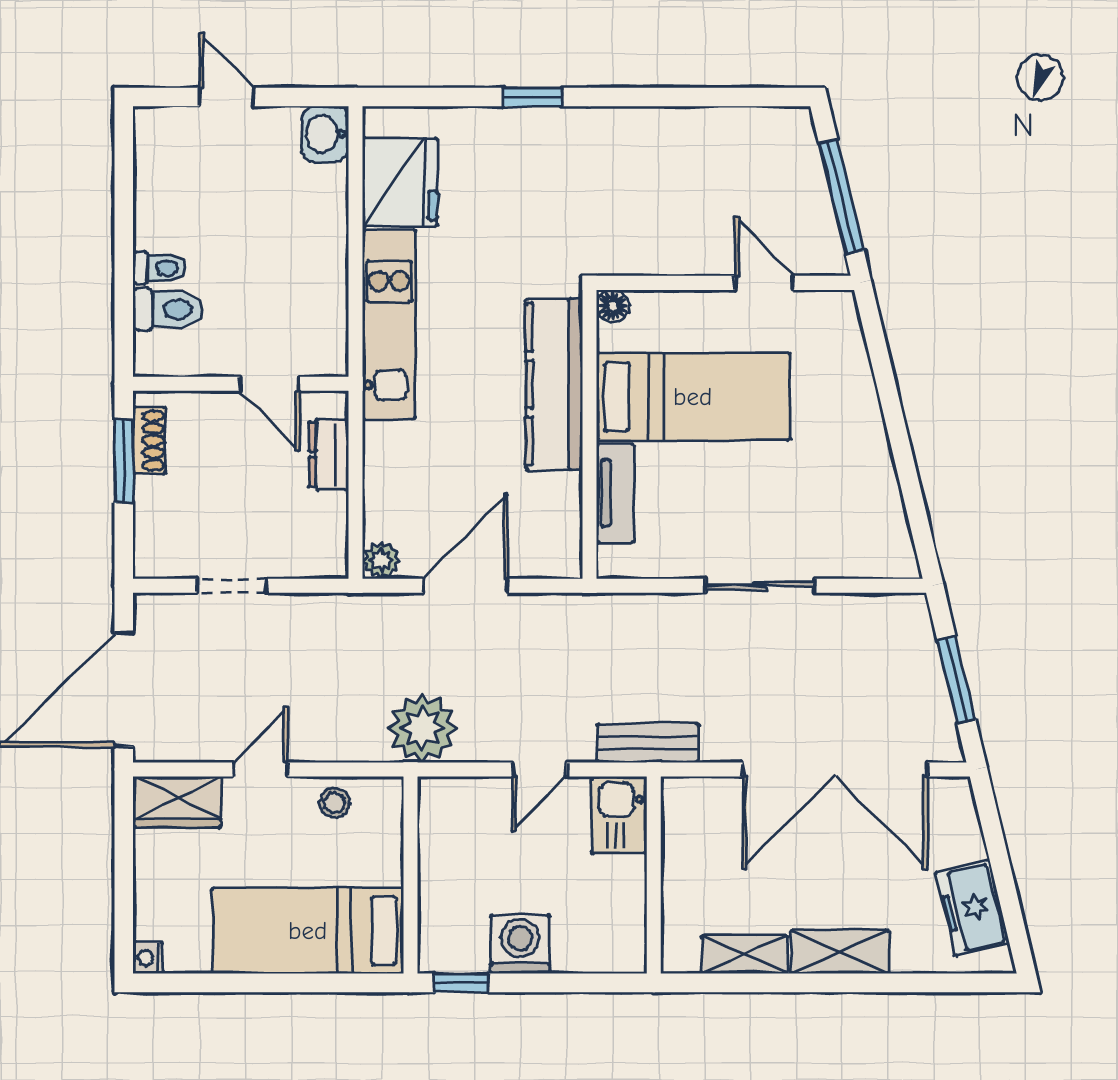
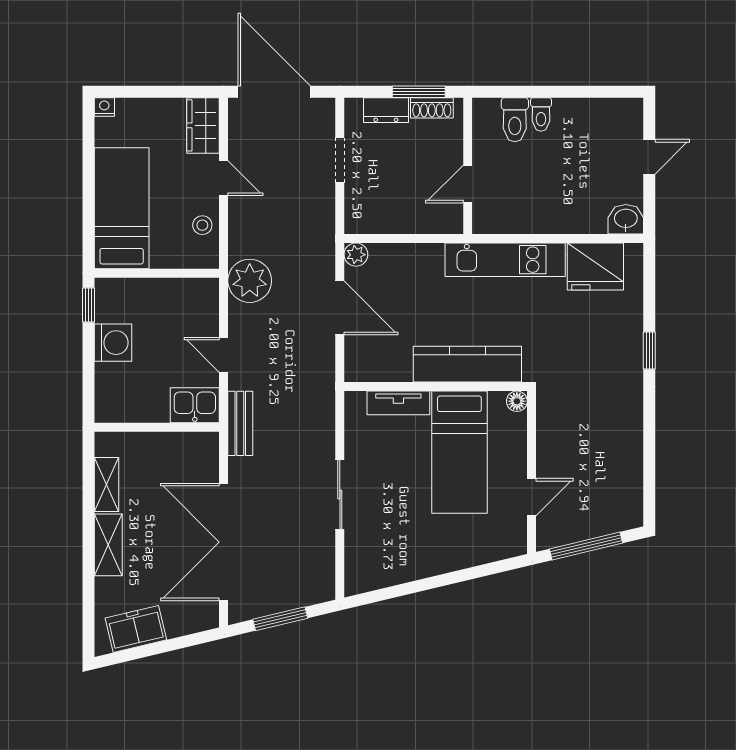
dresser: (329, 454) -> (386, 110), moved, turned 180

